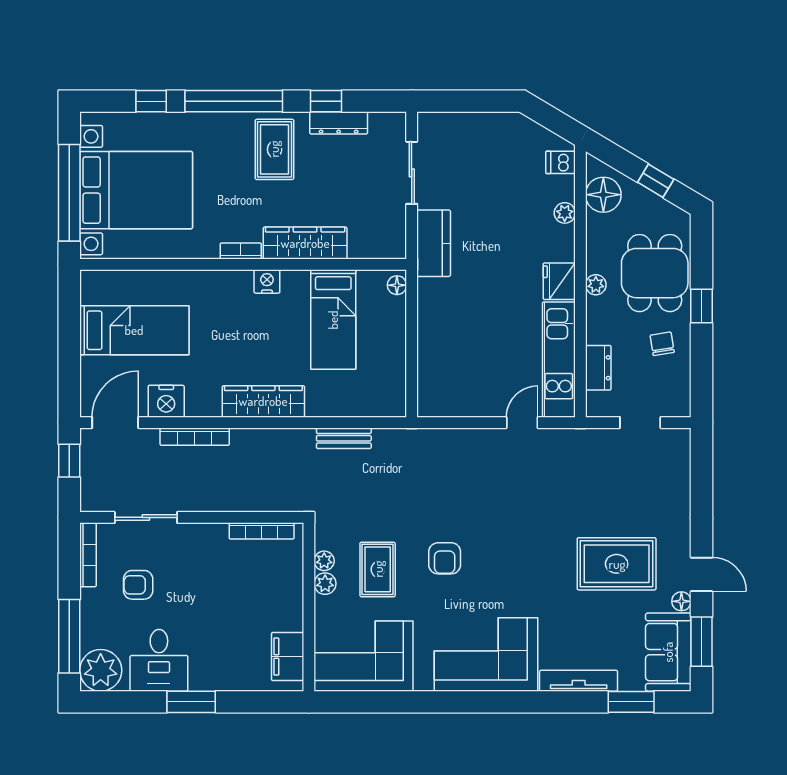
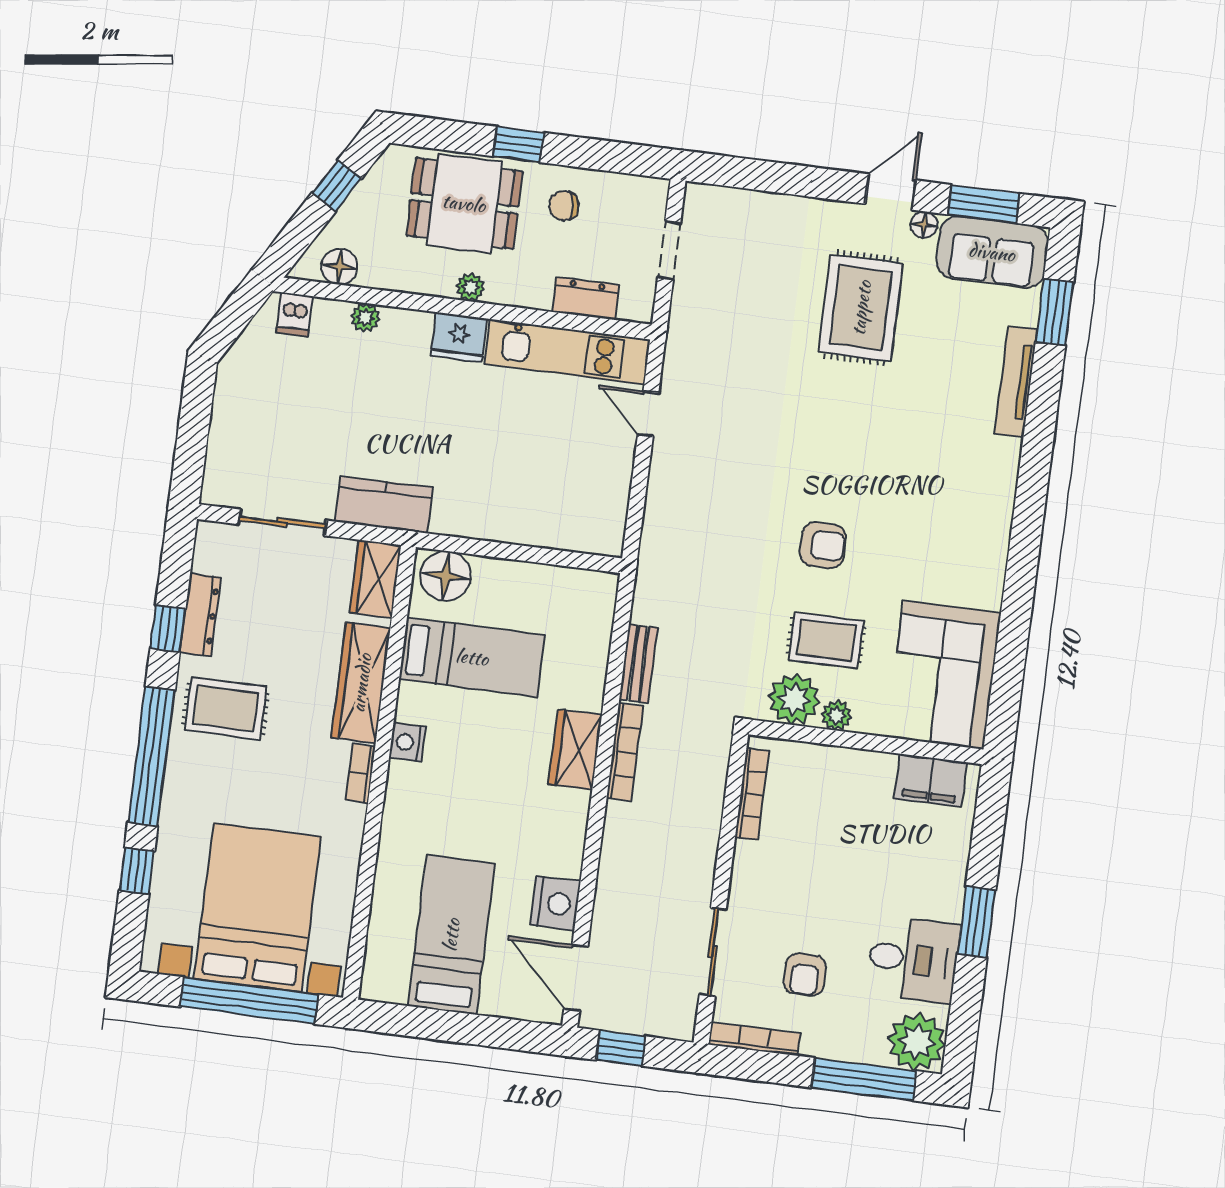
floor lamp: (603, 195) -> (339, 267), width x0.73, depth x0.73
wardrobe: (380, 244) -> (375, 579), added
floor lamp: (397, 285) -> (446, 576), width x1.89, depth x1.89
wardrobe: (263, 401) -> (575, 750), width x0.67
bookcase: (195, 437) -> (625, 752), moved
plant: (324, 561) -> (794, 699), width x1.87, depth x1.87
corner sofa: (486, 654) -> (963, 505), removed

